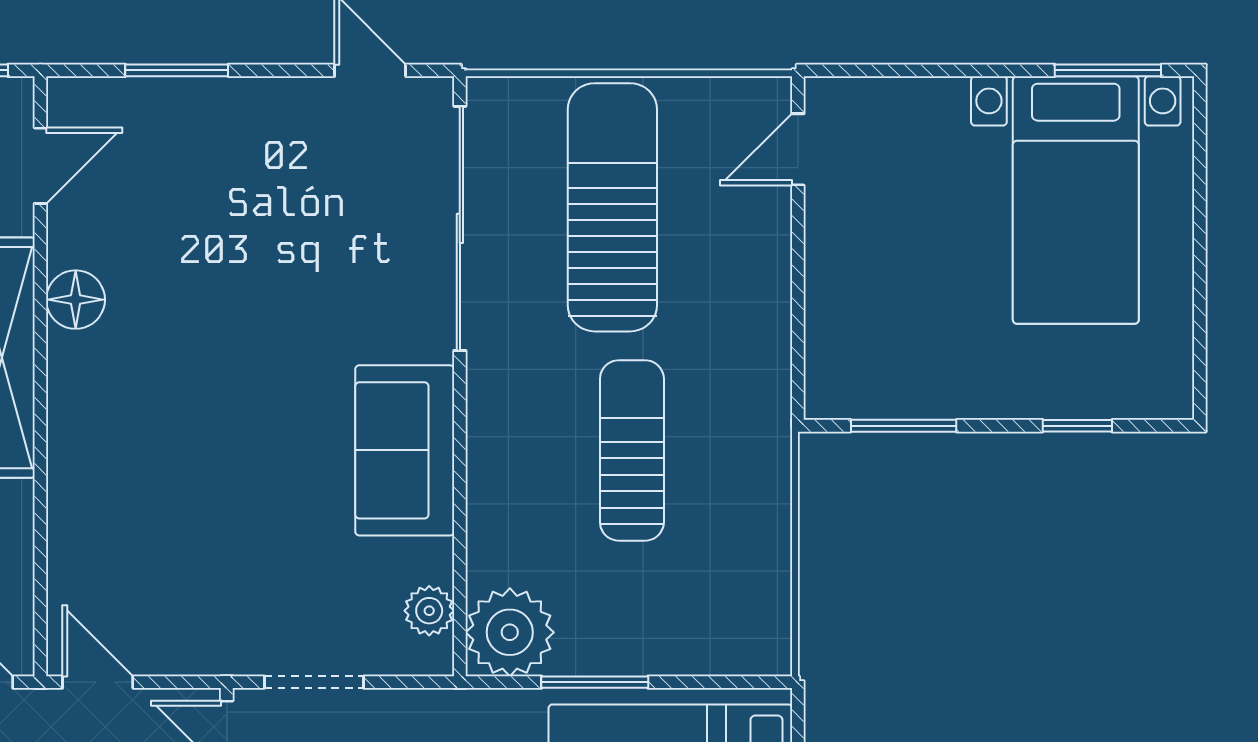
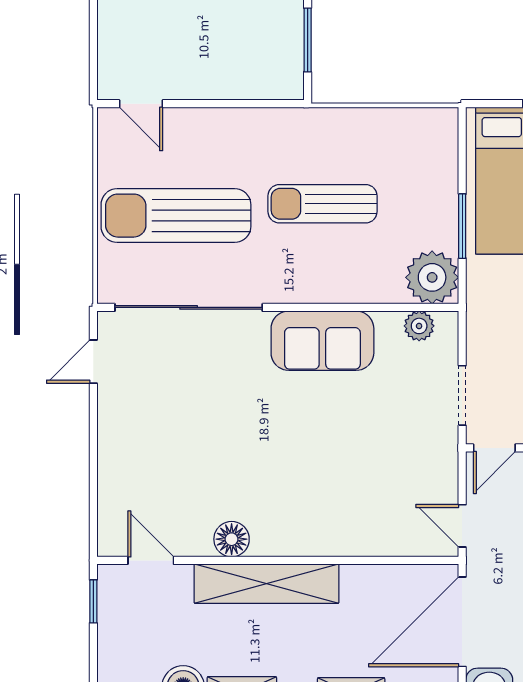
window: (177, 70) -> (93, 478), removed
door: (98, 682) -> (462, 526), hinge flipped

